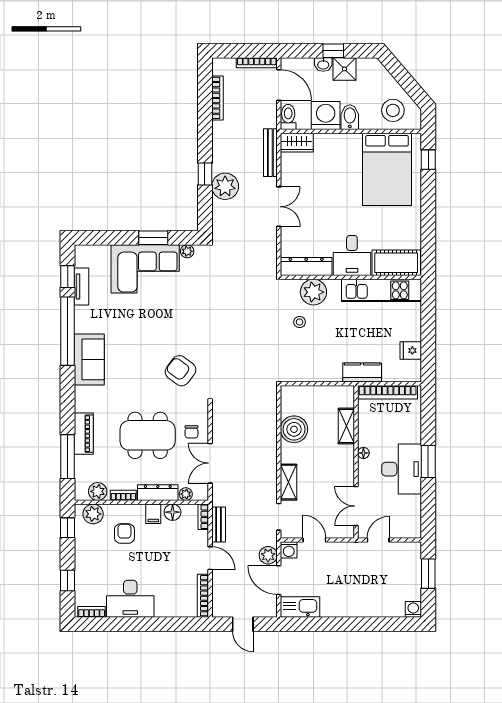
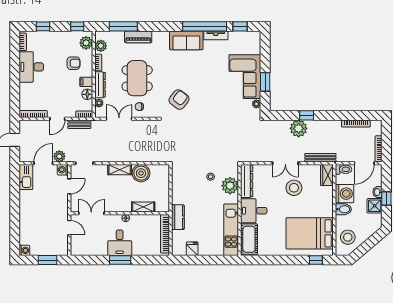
stool: (317, 193) -> (294, 188), added
tv unit: (82, 286) -> (216, 35), moved
desk: (402, 469) -> (120, 243), width x0.73
shelving: (289, 482) -> (120, 170), moved

